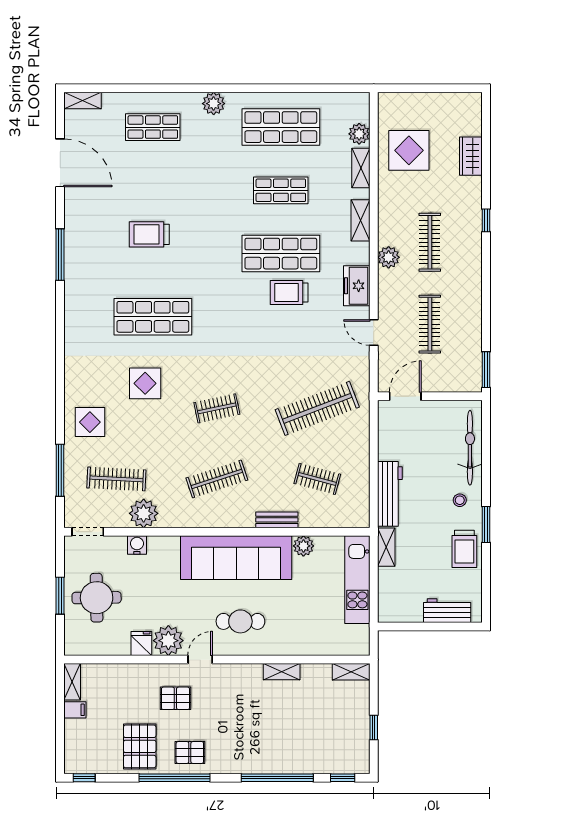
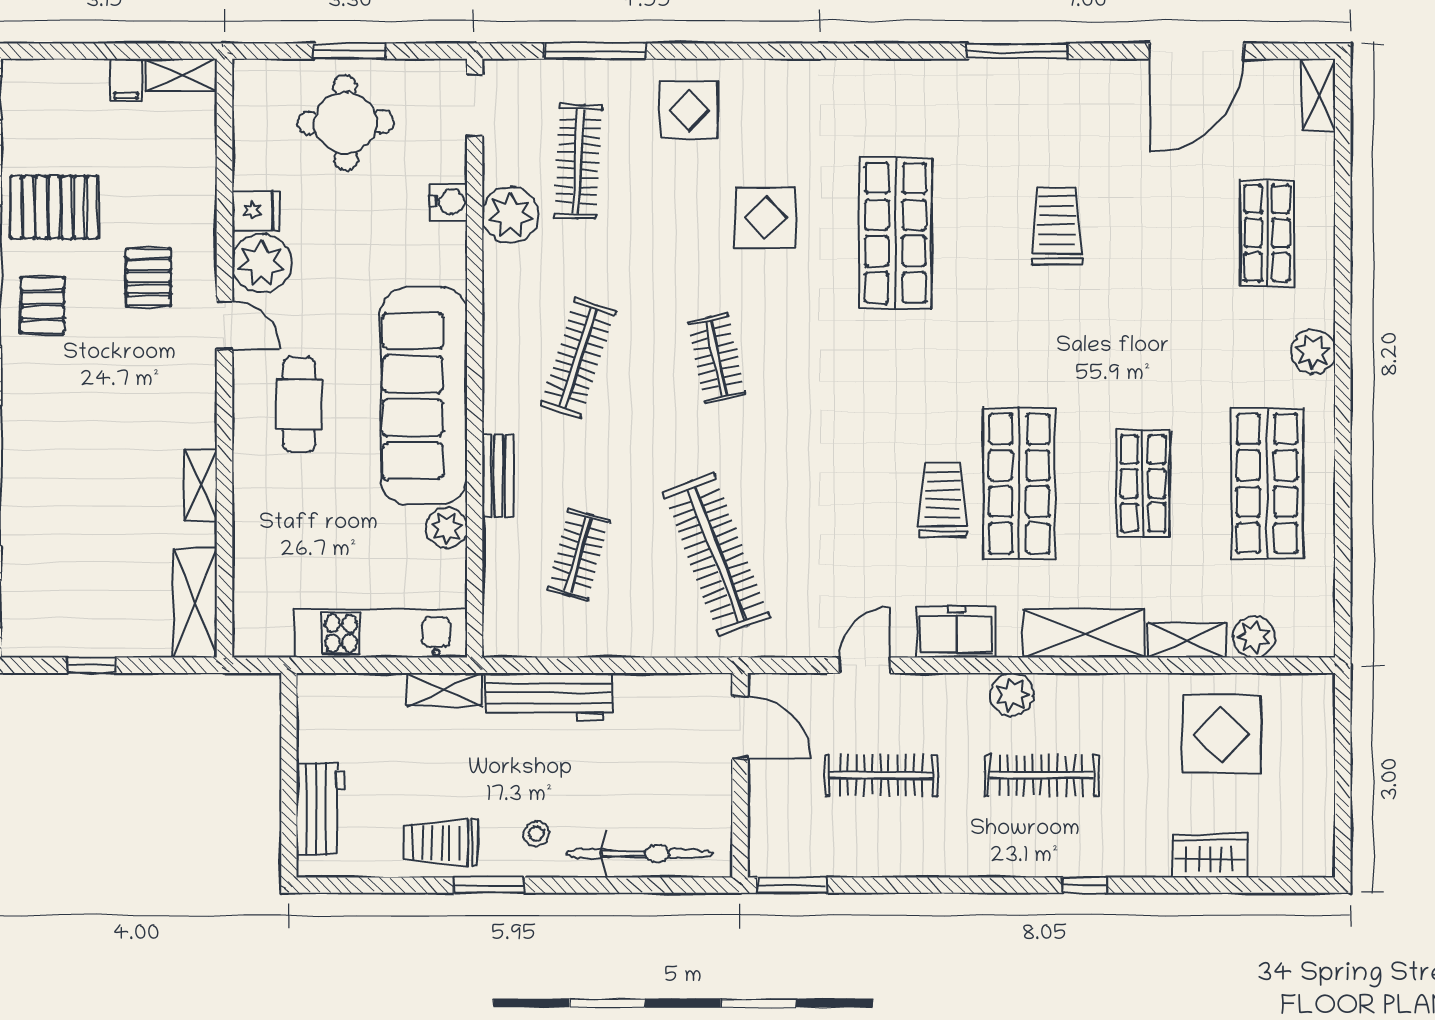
shelving: (360, 220) -> (1084, 633), width x1.50, depth x1.33
clothes rail: (217, 479) -> (578, 358), turned 36
shelving: (351, 672) -> (195, 603), width x1.50, depth x1.33

